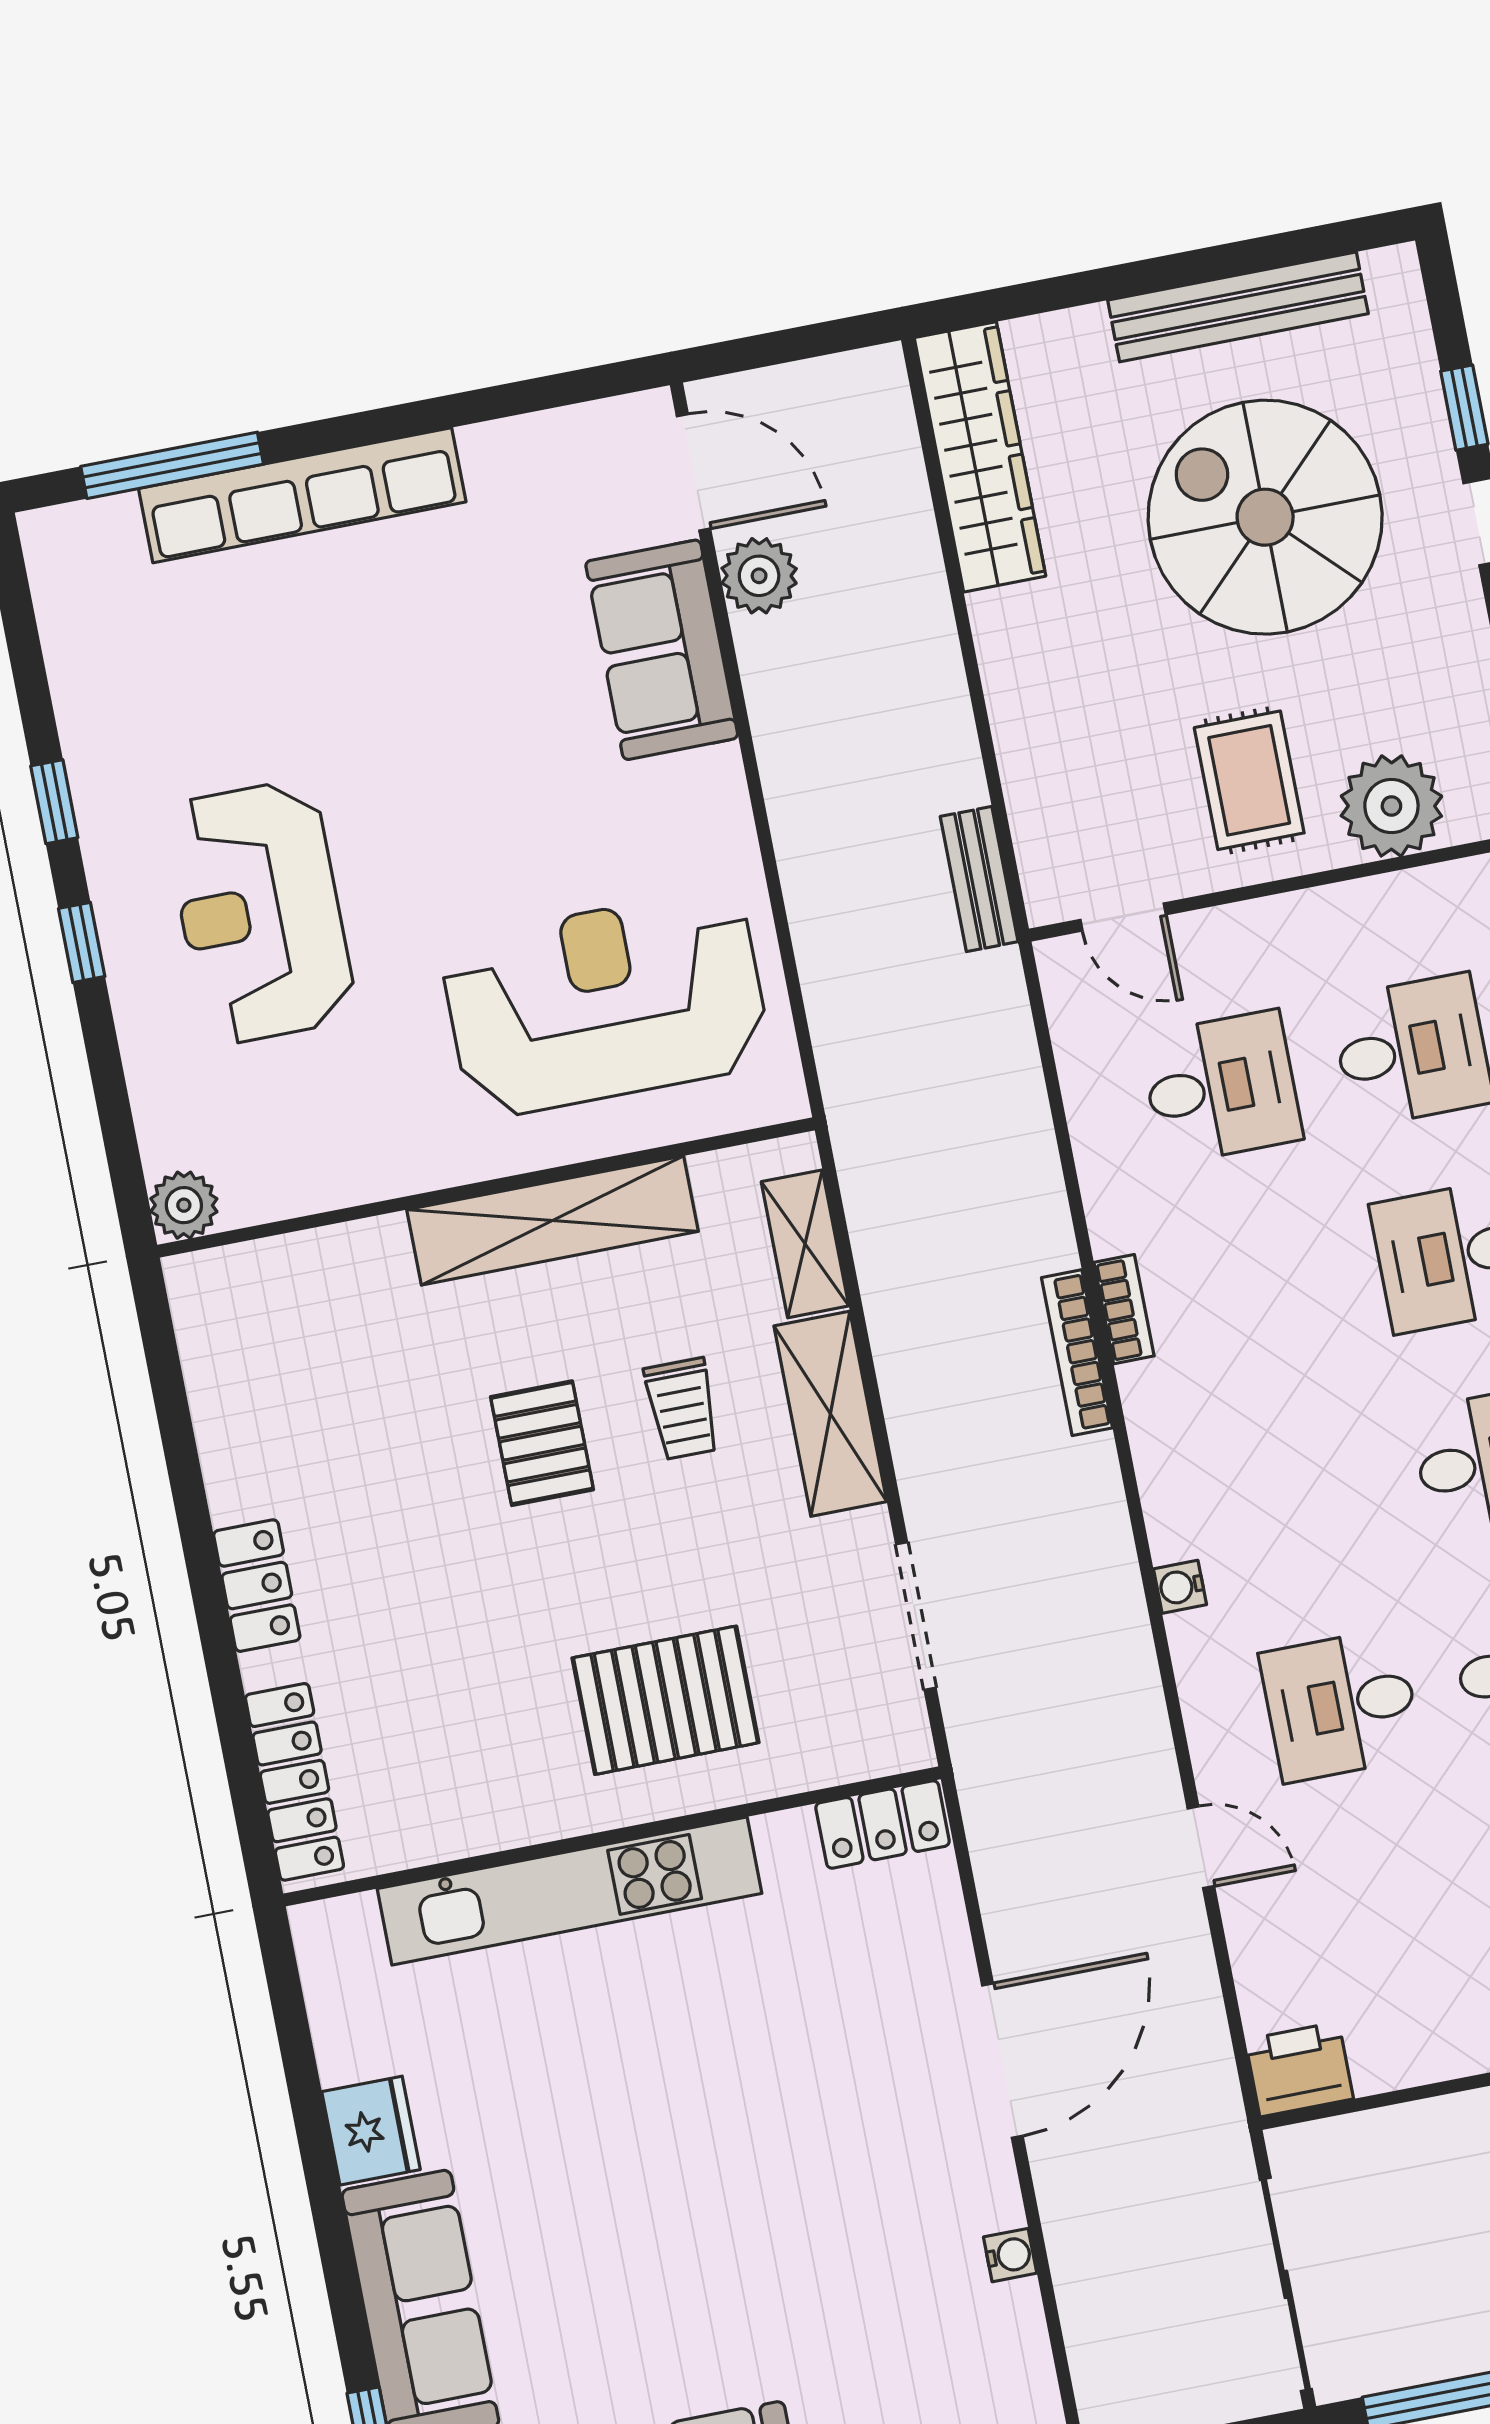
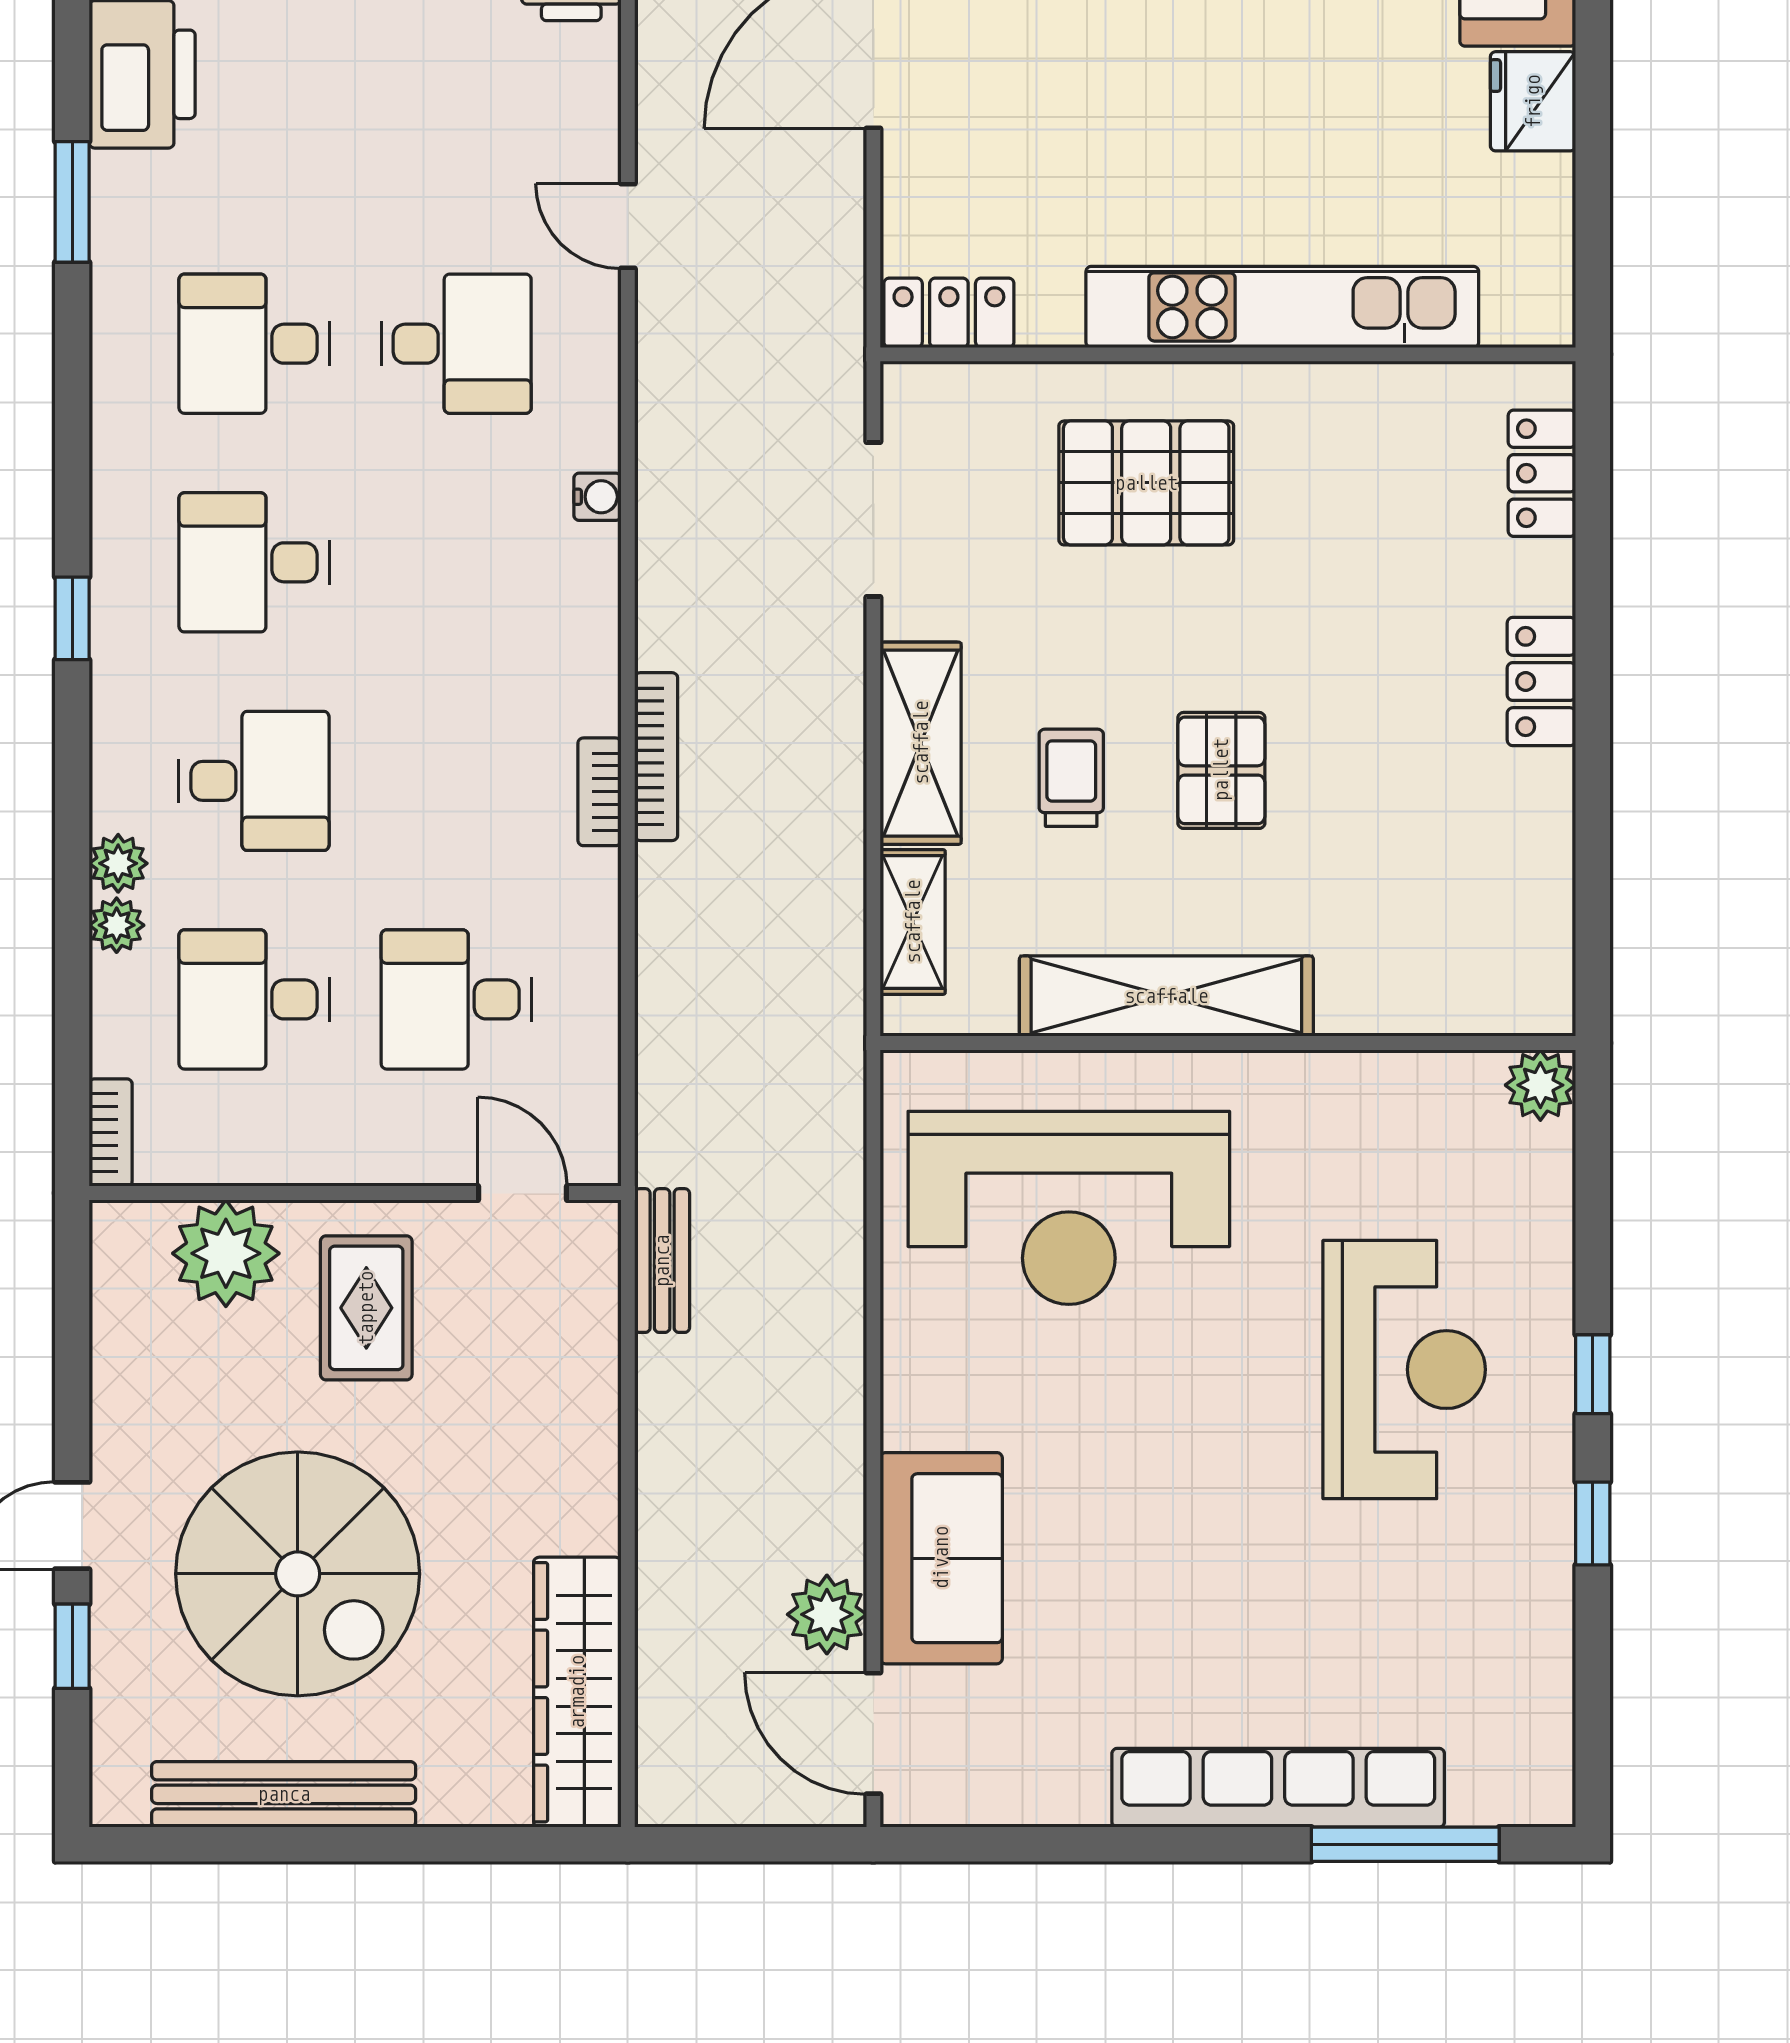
locker: (294, 1782) -> (1542, 473), width x0.66

